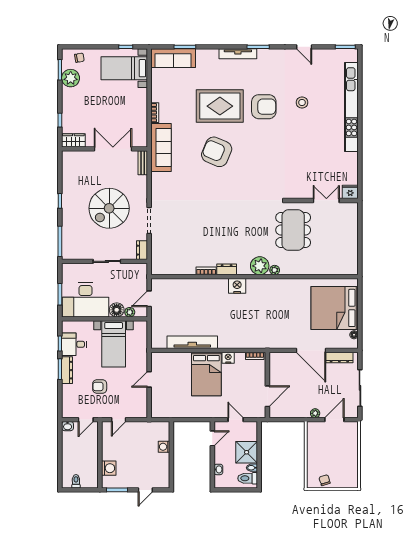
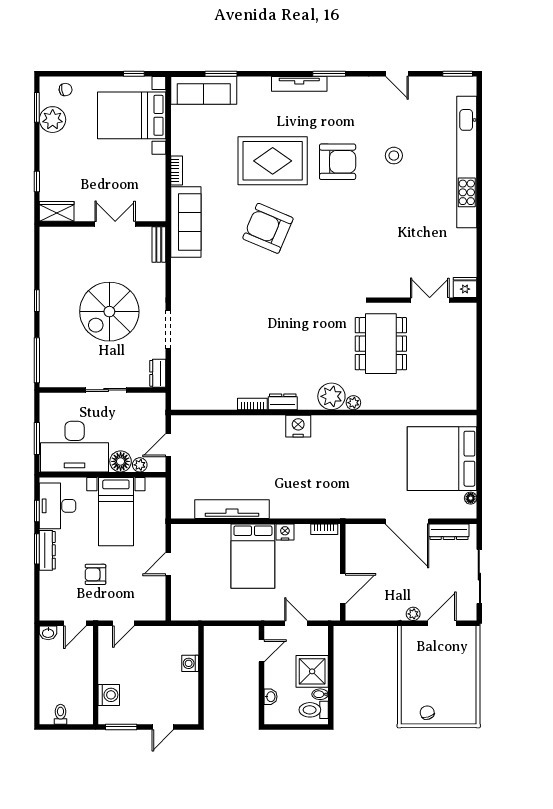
bed with nightstands: (124, 68) -> (132, 115), width x1.36
double door: (113, 149) -> (115, 224), width x0.73
desk: (74, 344) -> (58, 506), width x1.37

